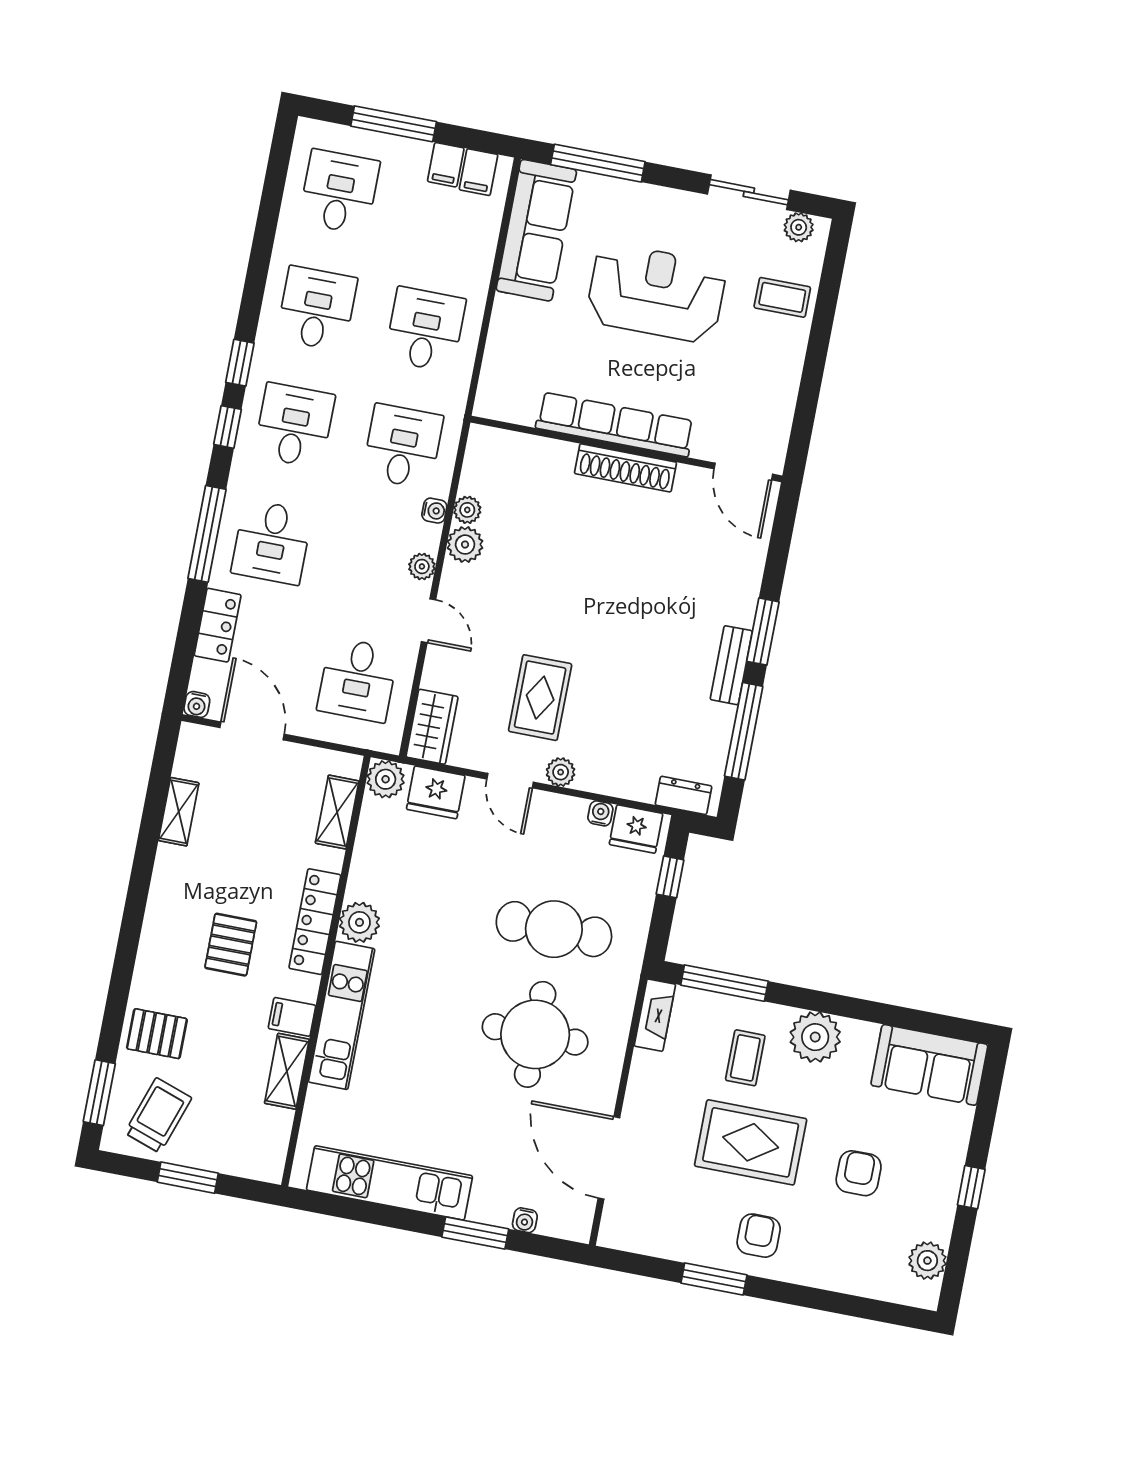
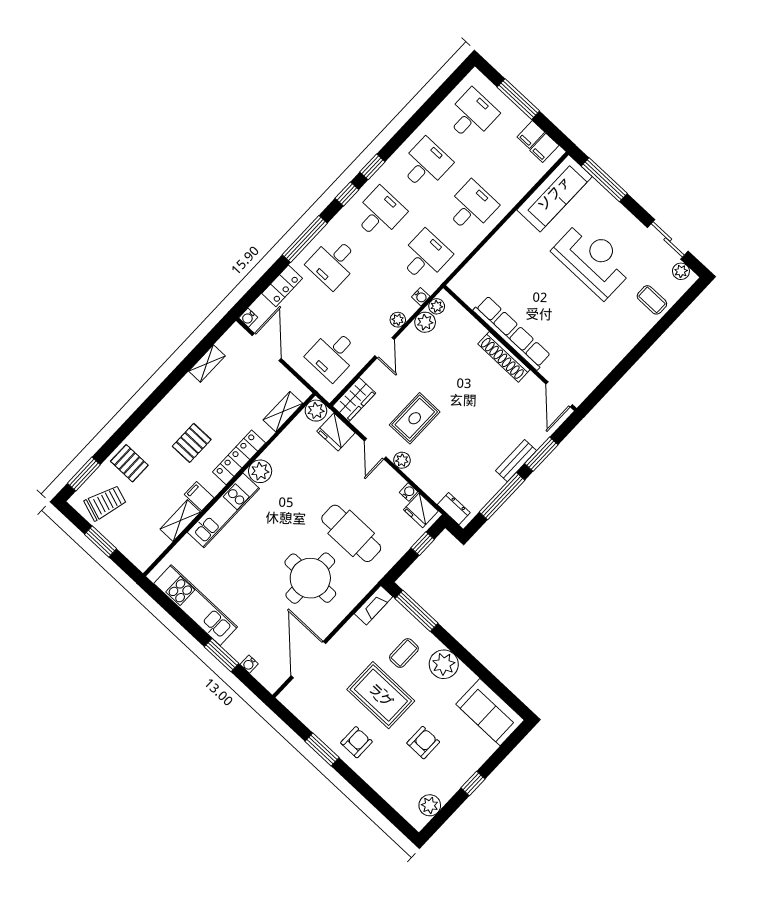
row of seats: (615, 425) -> (512, 333), moved
wall: (626, 449) -> (510, 348), moved
shoe rack: (625, 468) -> (504, 357), moved
door: (743, 472) -> (559, 394), moved

